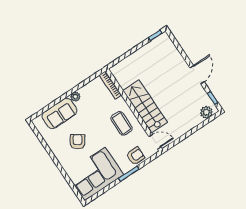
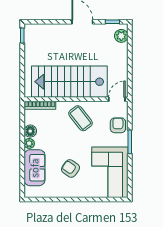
floor lamp: (86, 91) -> (30, 131), added
stairs: (145, 106) -> (69, 82), width x1.36, depth x1.51
coffee table: (122, 123) -> (81, 118), turned 52

